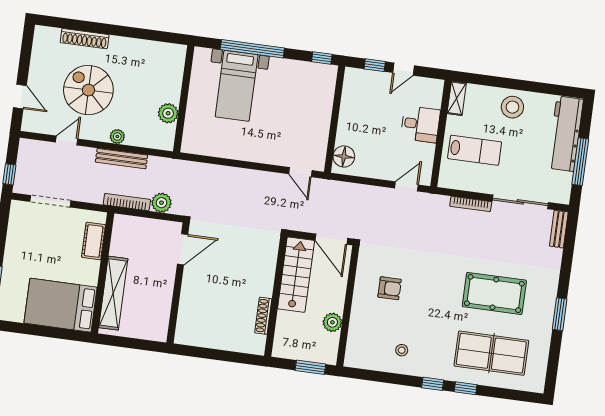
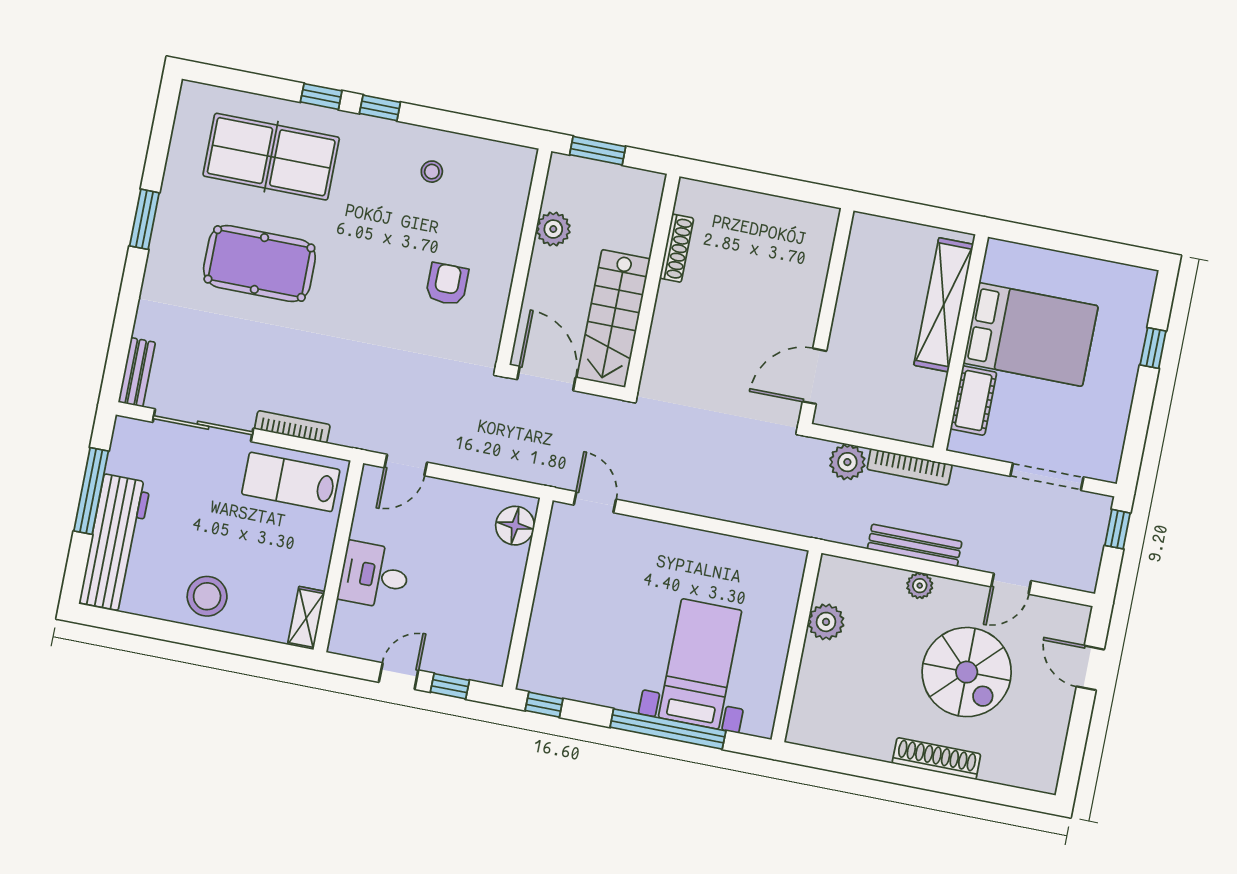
shoe rack: (85, 39) -> (936, 759), moved
lab bench: (475, 150) -> (291, 482), moved
armchair: (390, 288) -> (447, 284), turned 90
bed: (61, 305) -> (1031, 334), moved

